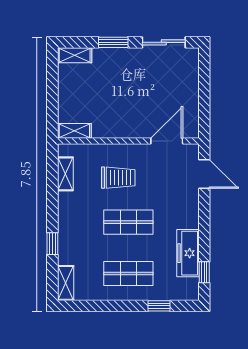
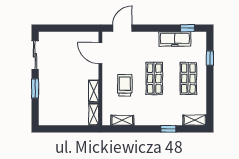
shelving: (75, 55) -> (94, 91), moved

